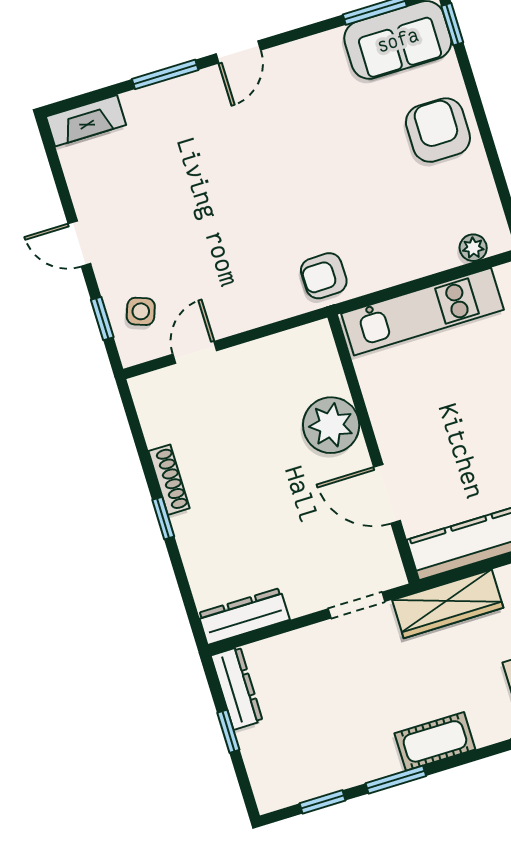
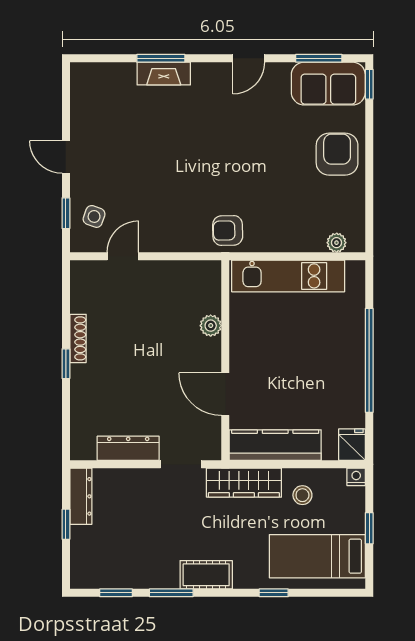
door: (238, 52) -> (249, 58), moved
fireplace: (86, 121) -> (164, 74), moved
plant: (331, 425) -> (211, 326), width x0.53, depth x0.53
dresser: (244, 616) -> (128, 448), moved

